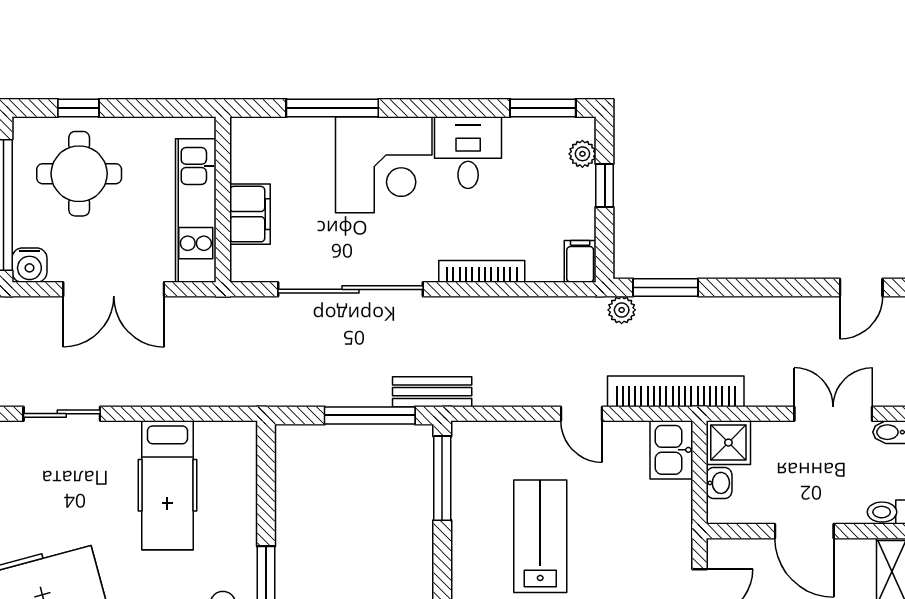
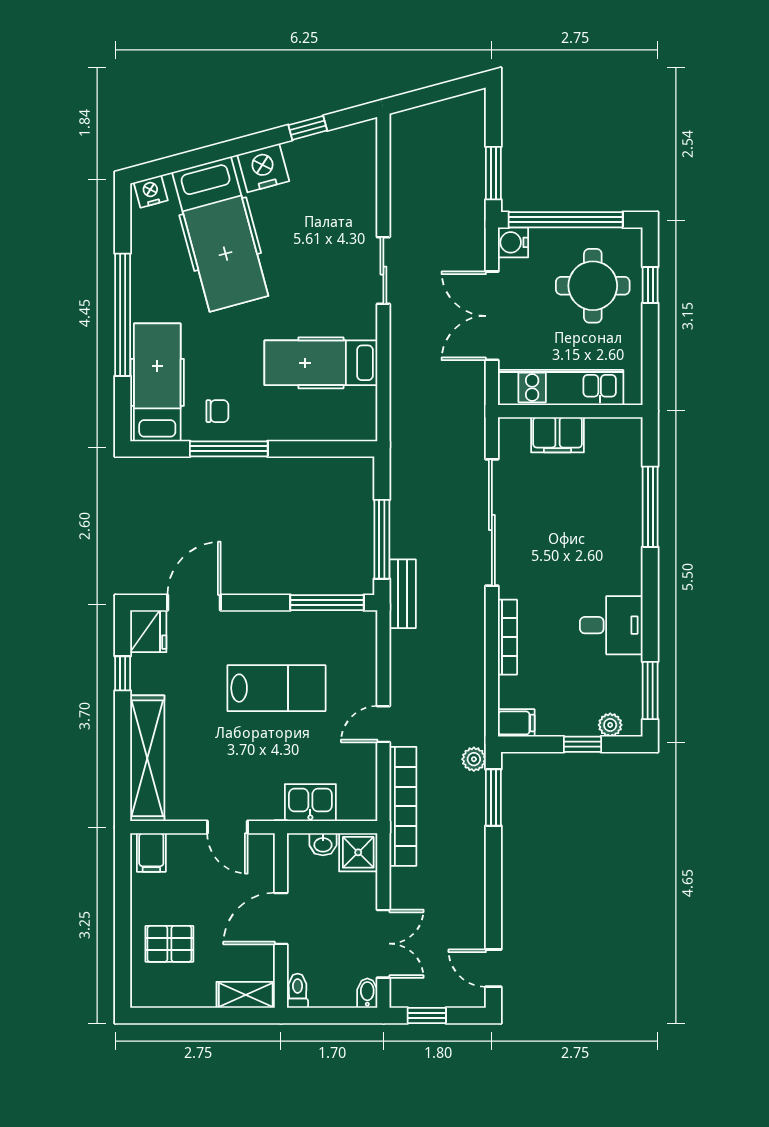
corner desk: (384, 165) -> (601, 552), removed
kitchen sink: (671, 450) -> (310, 803), moved

